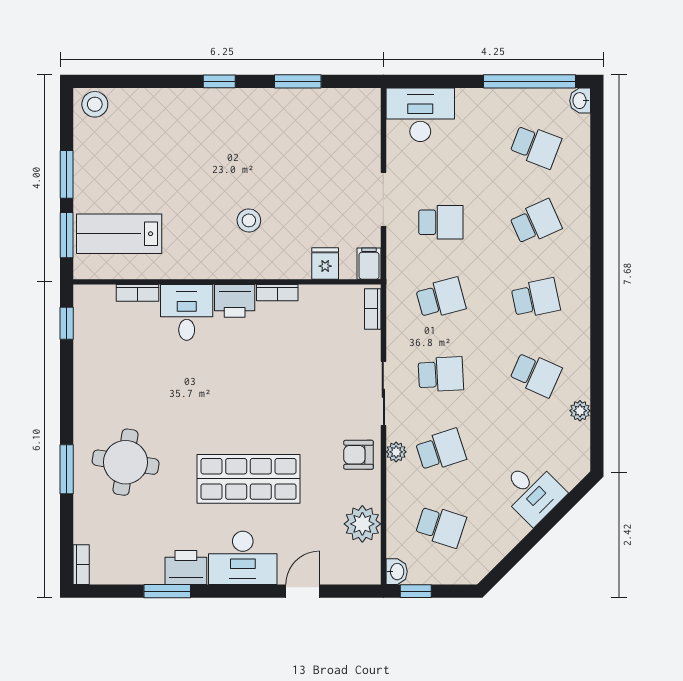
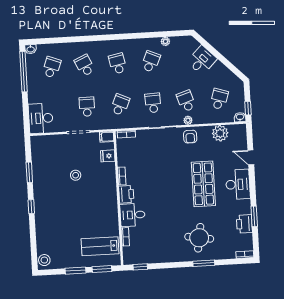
stool: (249, 220) -> (76, 175), moved
lab bench: (119, 234) -> (100, 246), turned 90
school desk: (441, 298) -> (120, 105), turned 39
printer: (186, 567) -> (244, 224), moved

